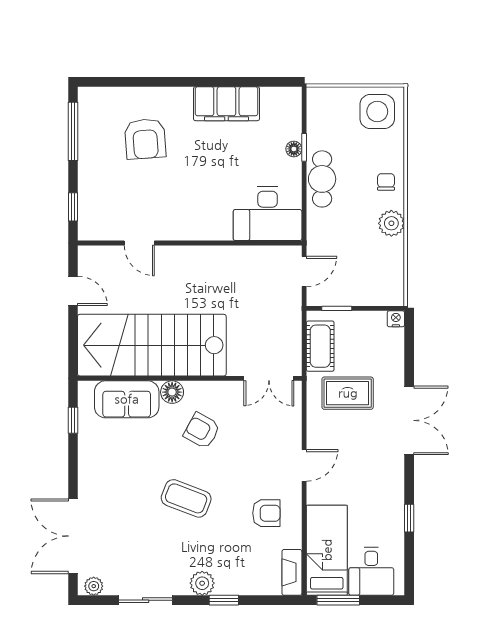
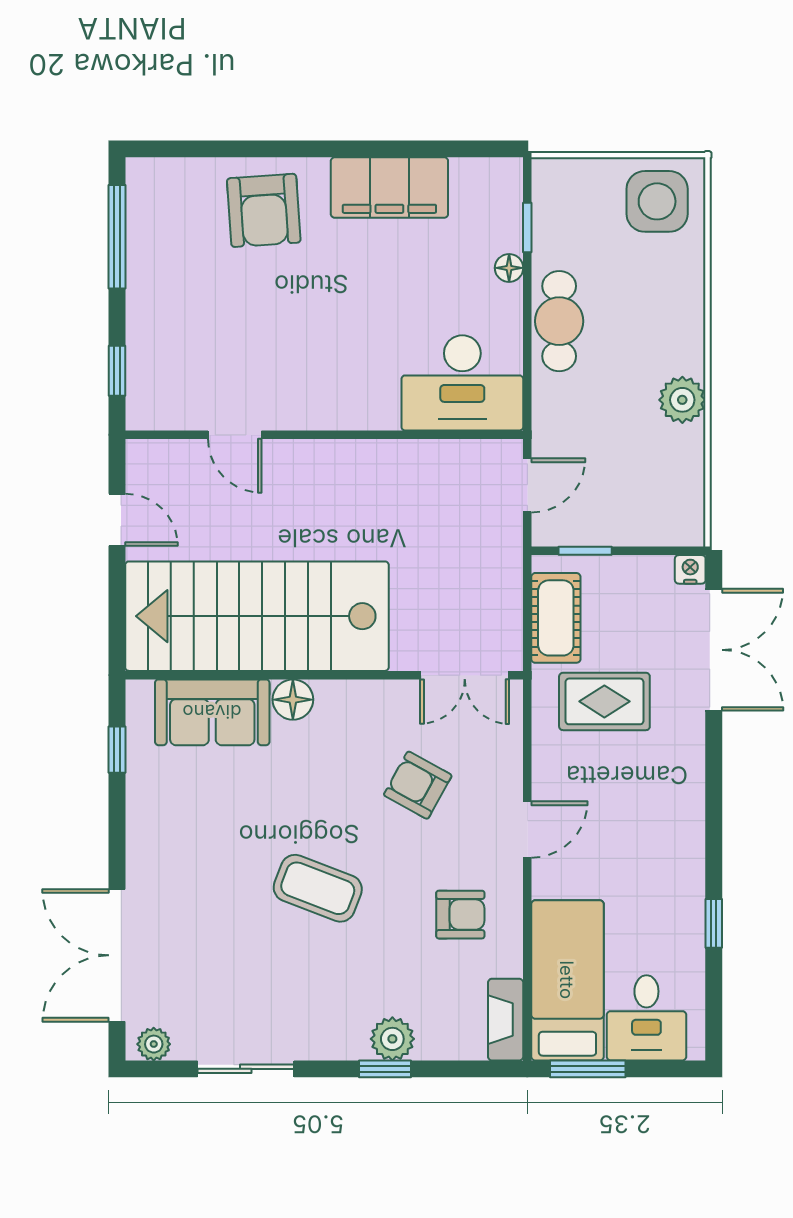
armchair: (145, 139) -> (264, 210), moved
window: (304, 147) -> (527, 228), moved
chair: (386, 182) -> (673, 326), removed
double door: (409, 420) -> (714, 650), moved
armchair: (202, 431) -> (418, 785), moved
plant: (202, 583) -> (392, 1039), moved

